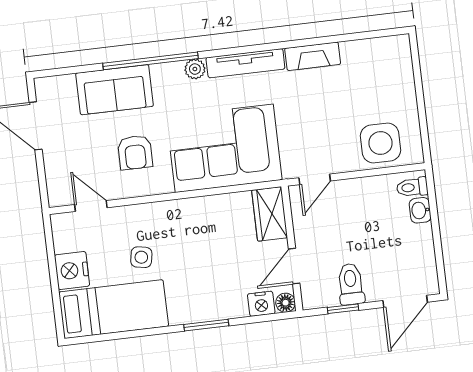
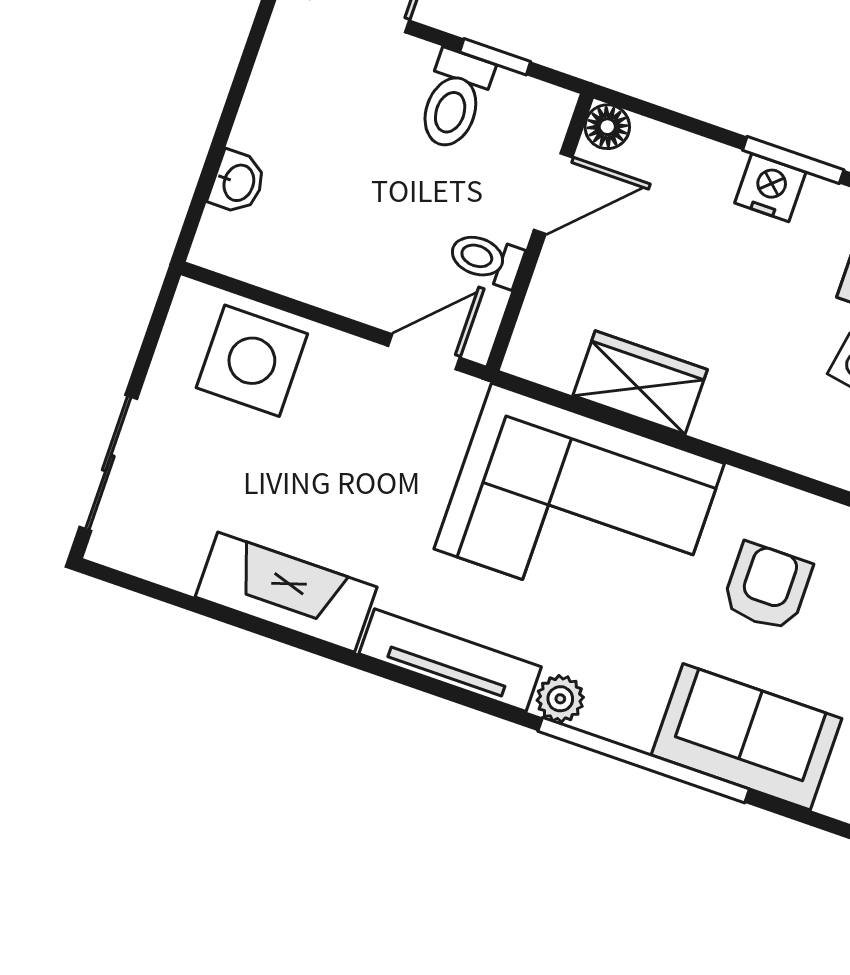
fireplace: (313, 56) -> (286, 592), width x1.37, depth x1.32
sliding door: (417, 75) -> (108, 463), added
toilet: (412, 187) -> (486, 259), moved, turned 180
wardrobe: (270, 214) -> (640, 383), moved, turned -90
nightstand: (261, 304) -> (770, 188), moved

